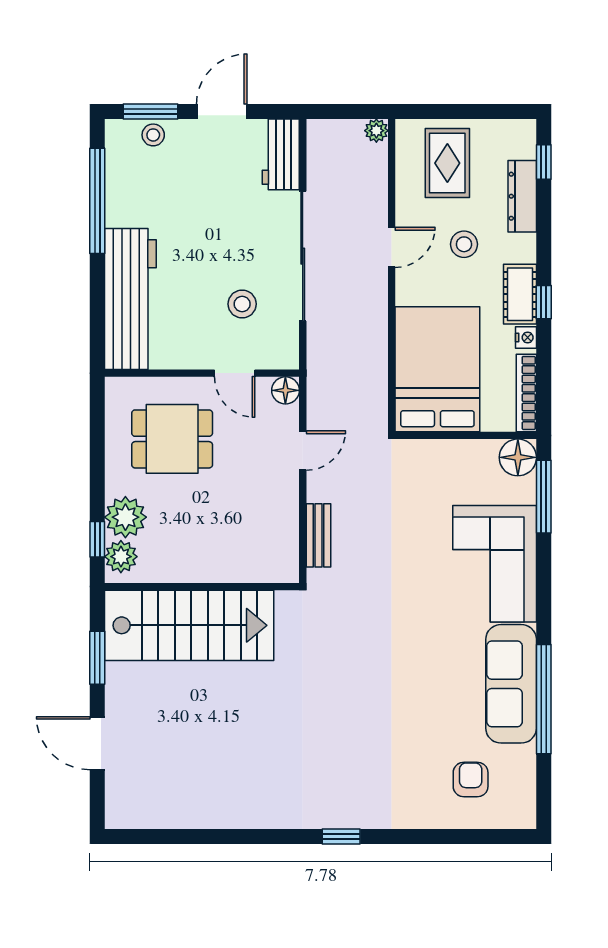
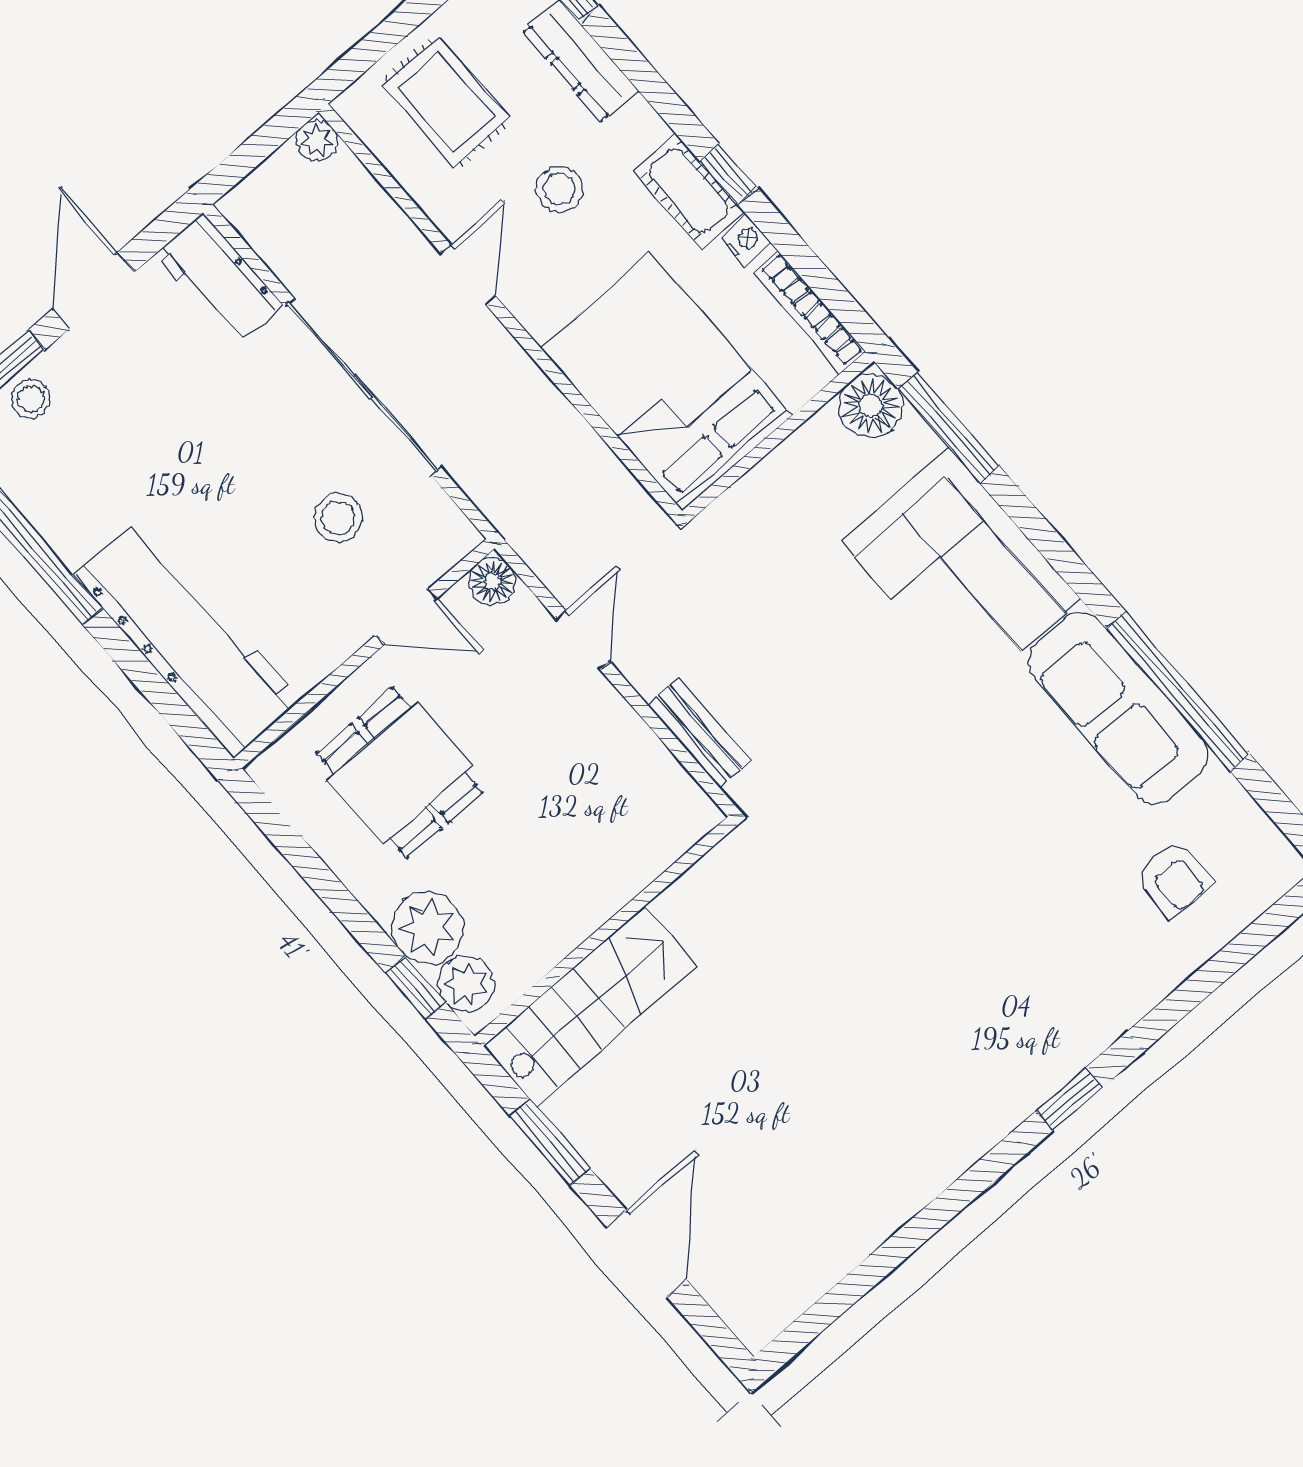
dining table: (172, 439) -> (400, 773), turned 90
stairs: (189, 625) -> (590, 1006), width x0.73, depth x0.66
door: (97, 743) -> (647, 1254), swing flipped
armchair: (471, 779) -> (1174, 878), turned 180

